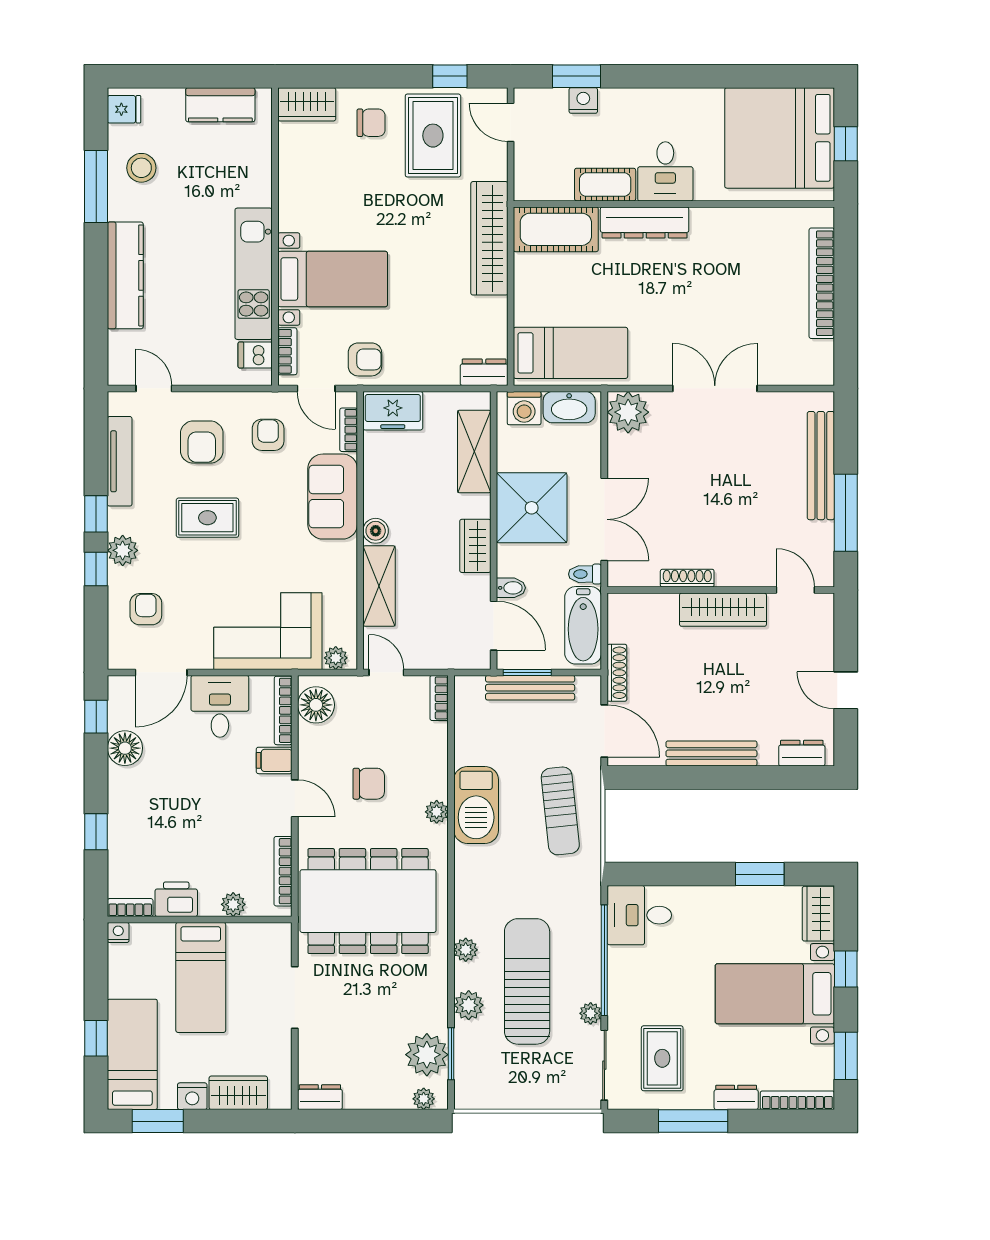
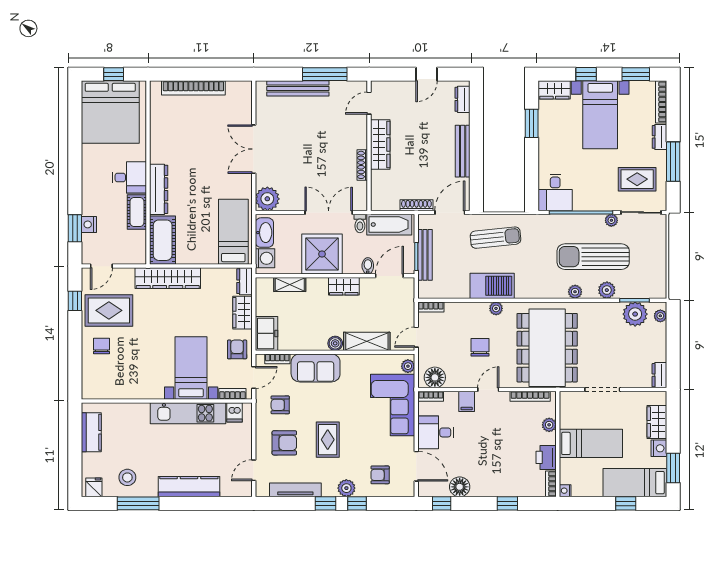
wardrobe: (307, 104) -> (242, 313), moved, turned 180
shelving: (474, 452) -> (290, 285), width x0.67, depth x0.75
bookcase: (283, 710) -> (431, 396), width x0.64

